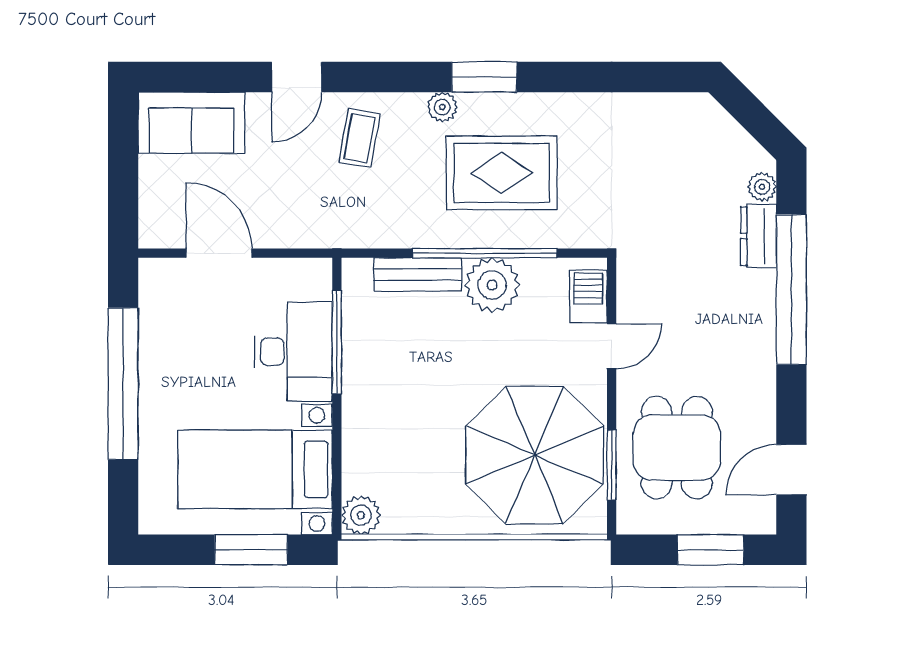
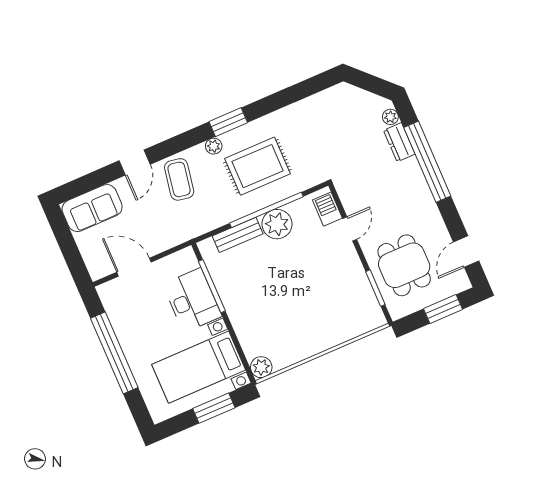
coffee table: (359, 138) -> (179, 179), width x1.36, depth x1.30
parasol: (535, 455) -> (335, 300), removed

